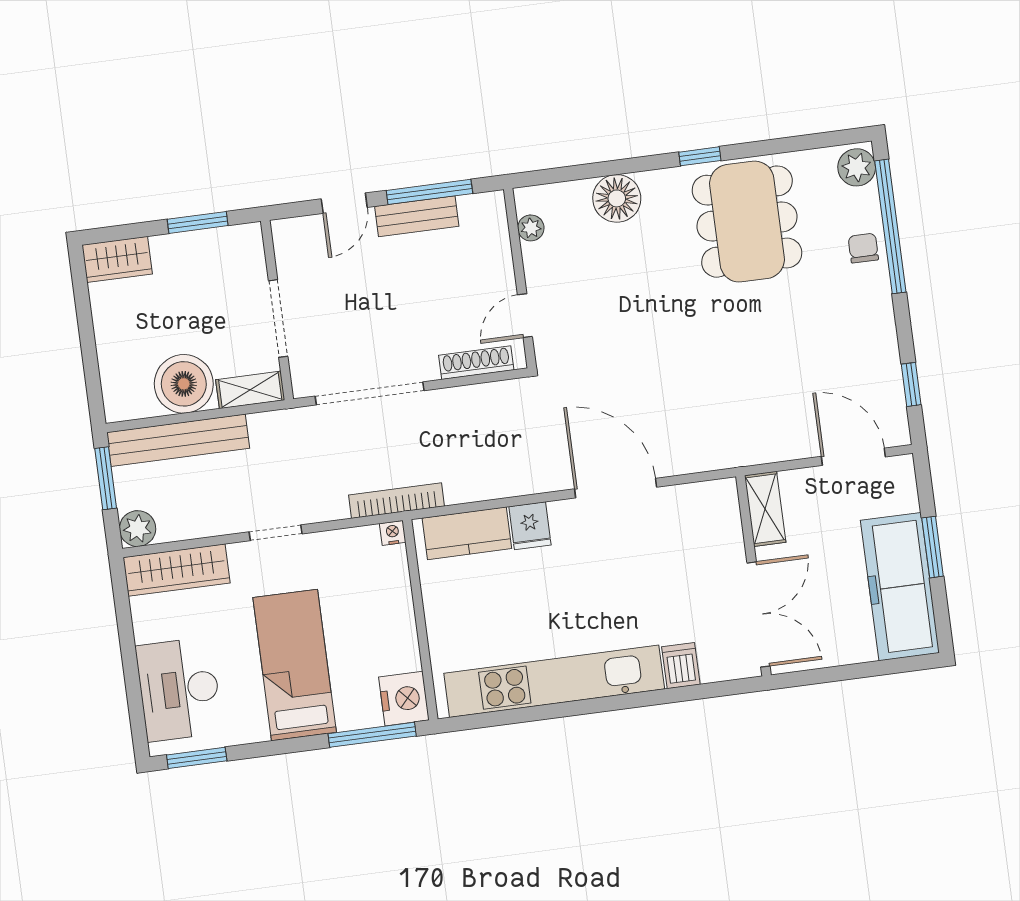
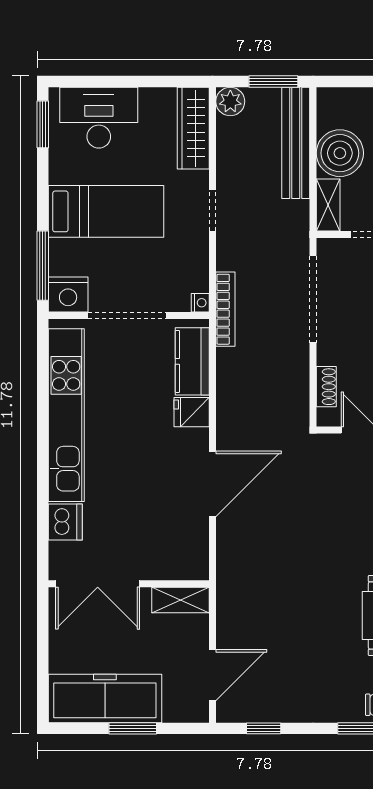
shoe rack: (476, 363) -> (326, 387), width x0.70
doorway: (420, 622) -> (127, 316), added
dishwasher: (681, 666) -> (65, 522), width x1.38

